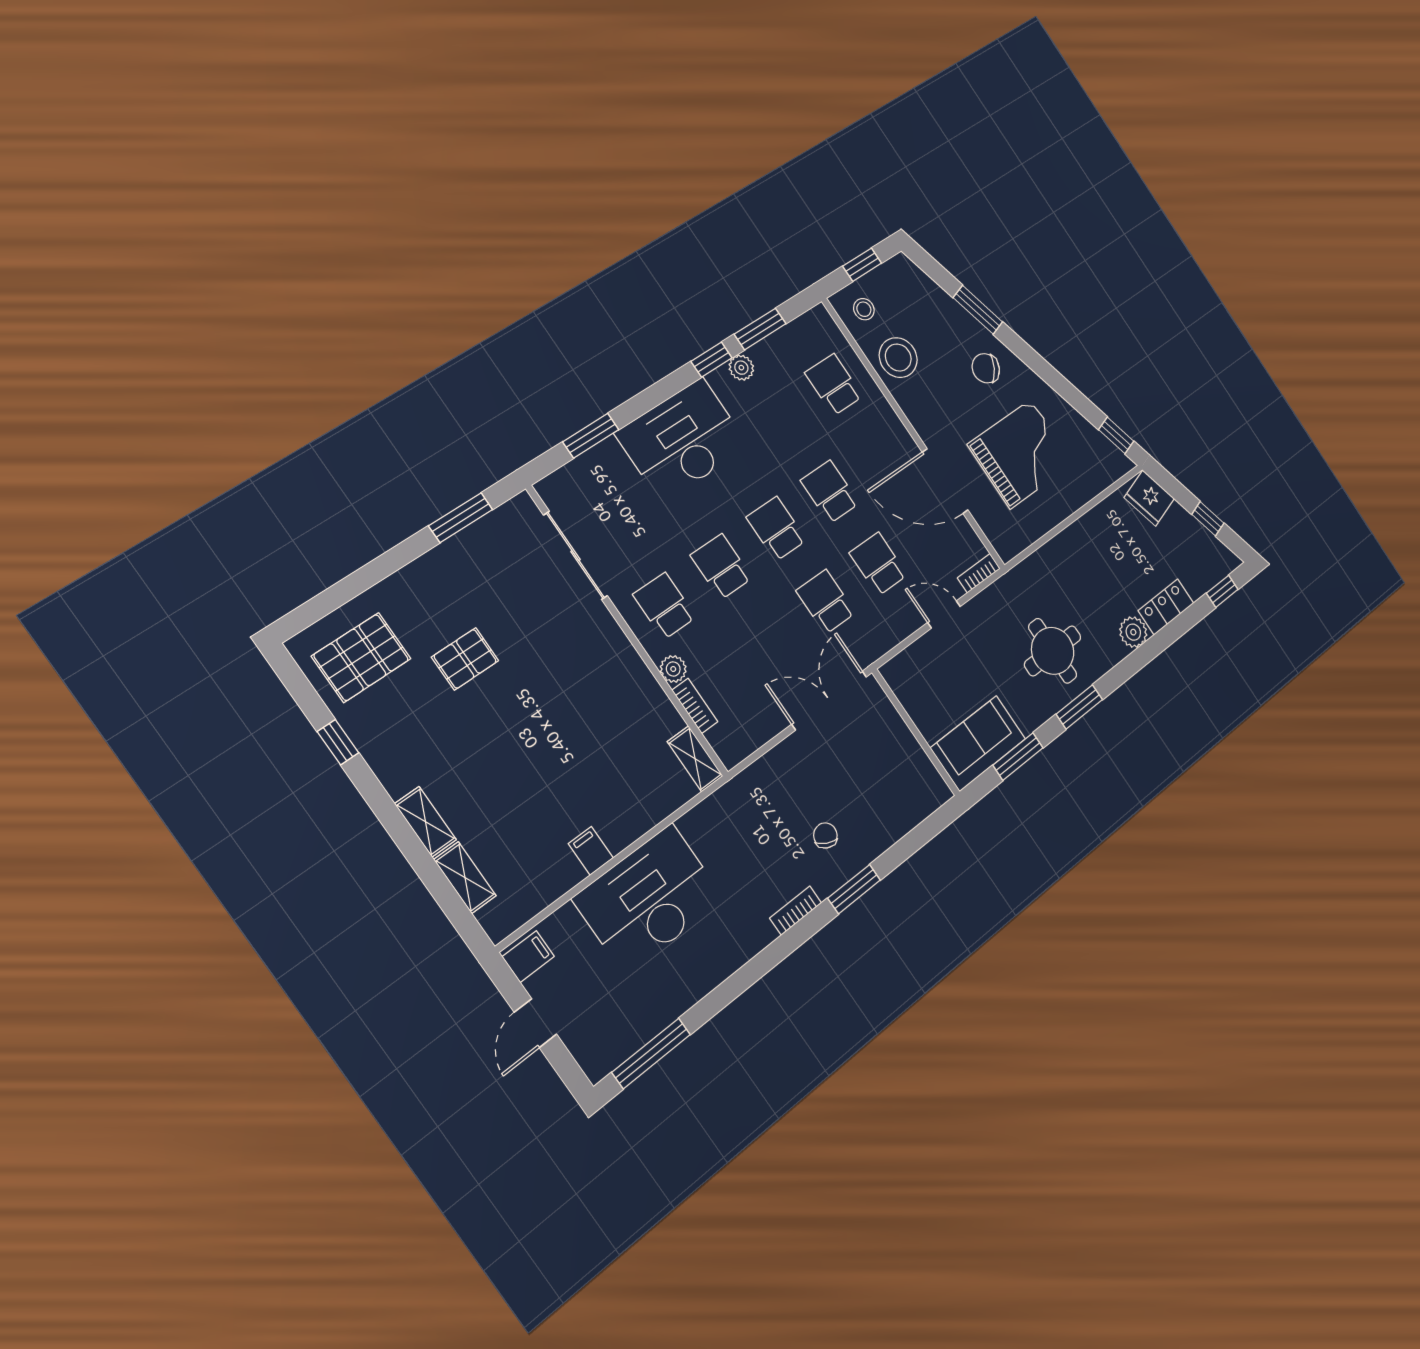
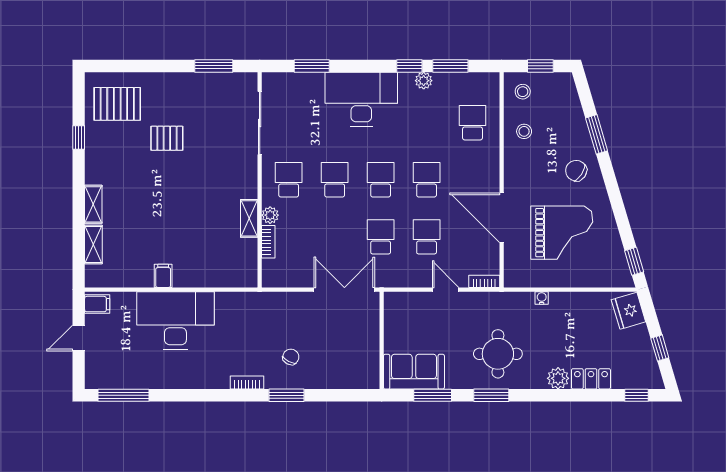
stool: (898, 358) -> (524, 131), width x0.53, depth x0.53
water cooler: (1053, 548) -> (542, 298), added
shelving: (695, 759) -> (249, 218), moved

